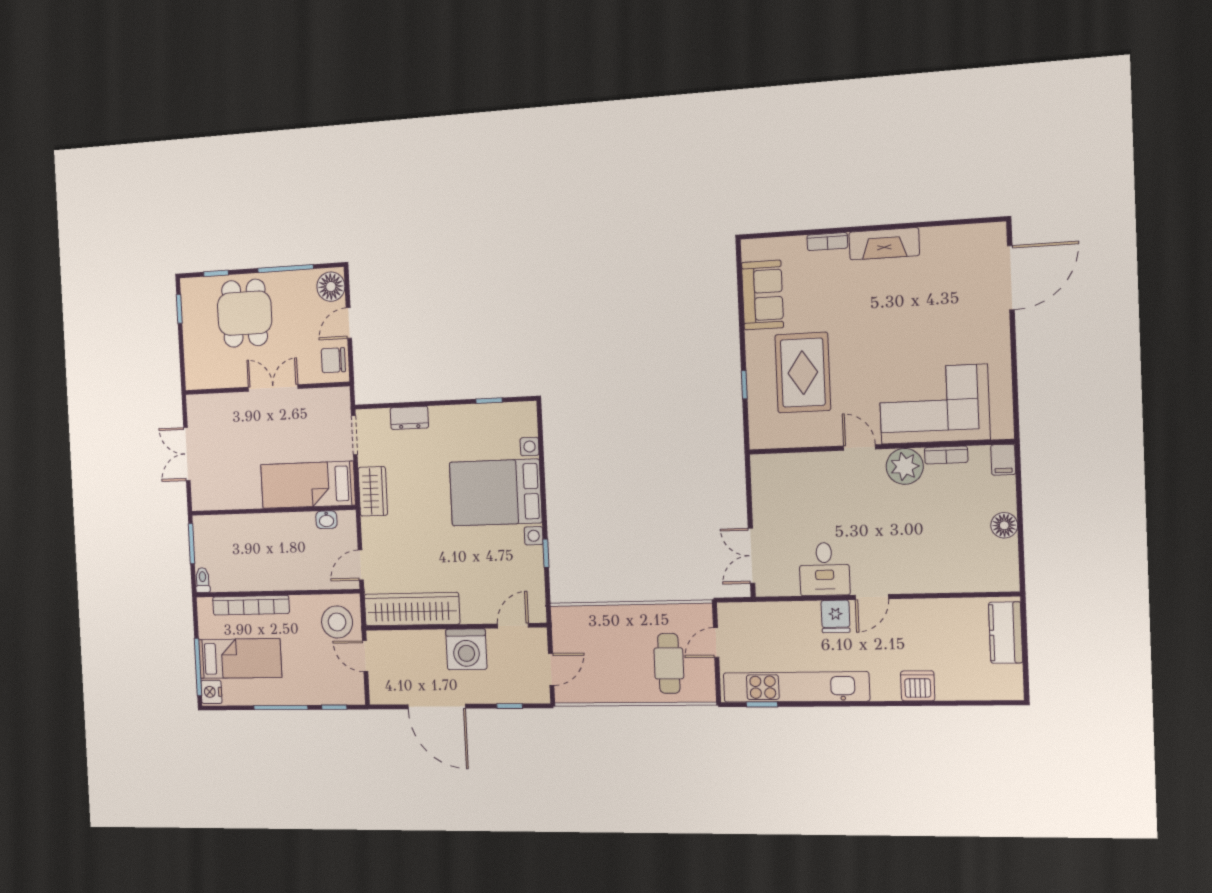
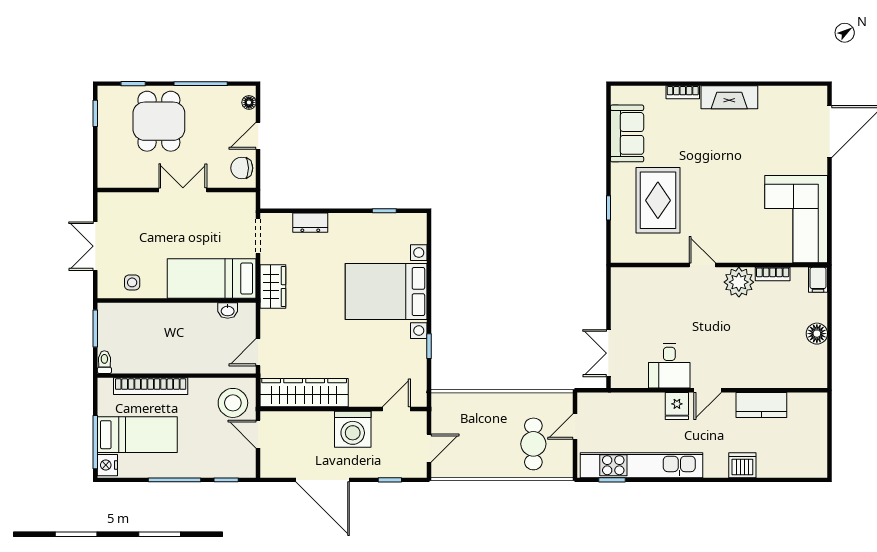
floor lamp: (331, 287) -> (249, 102), width x0.53, depth x0.53
corner sofa: (934, 404) -> (796, 219), moved, turned -90
side table: (226, 492) -> (132, 282), added
kitchen counter: (1006, 633) -> (761, 405), moved, turned -90

